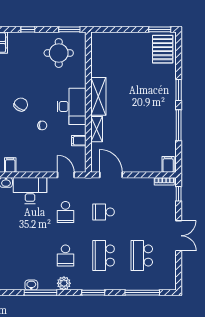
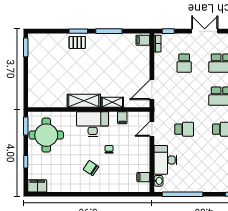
pallet: (163, 49) -> (77, 42), moved, width x0.67, depth x0.71
round table: (59, 53) -> (46, 135), width x1.36, depth x1.36
school desk: (104, 212) -> (184, 63), moved

